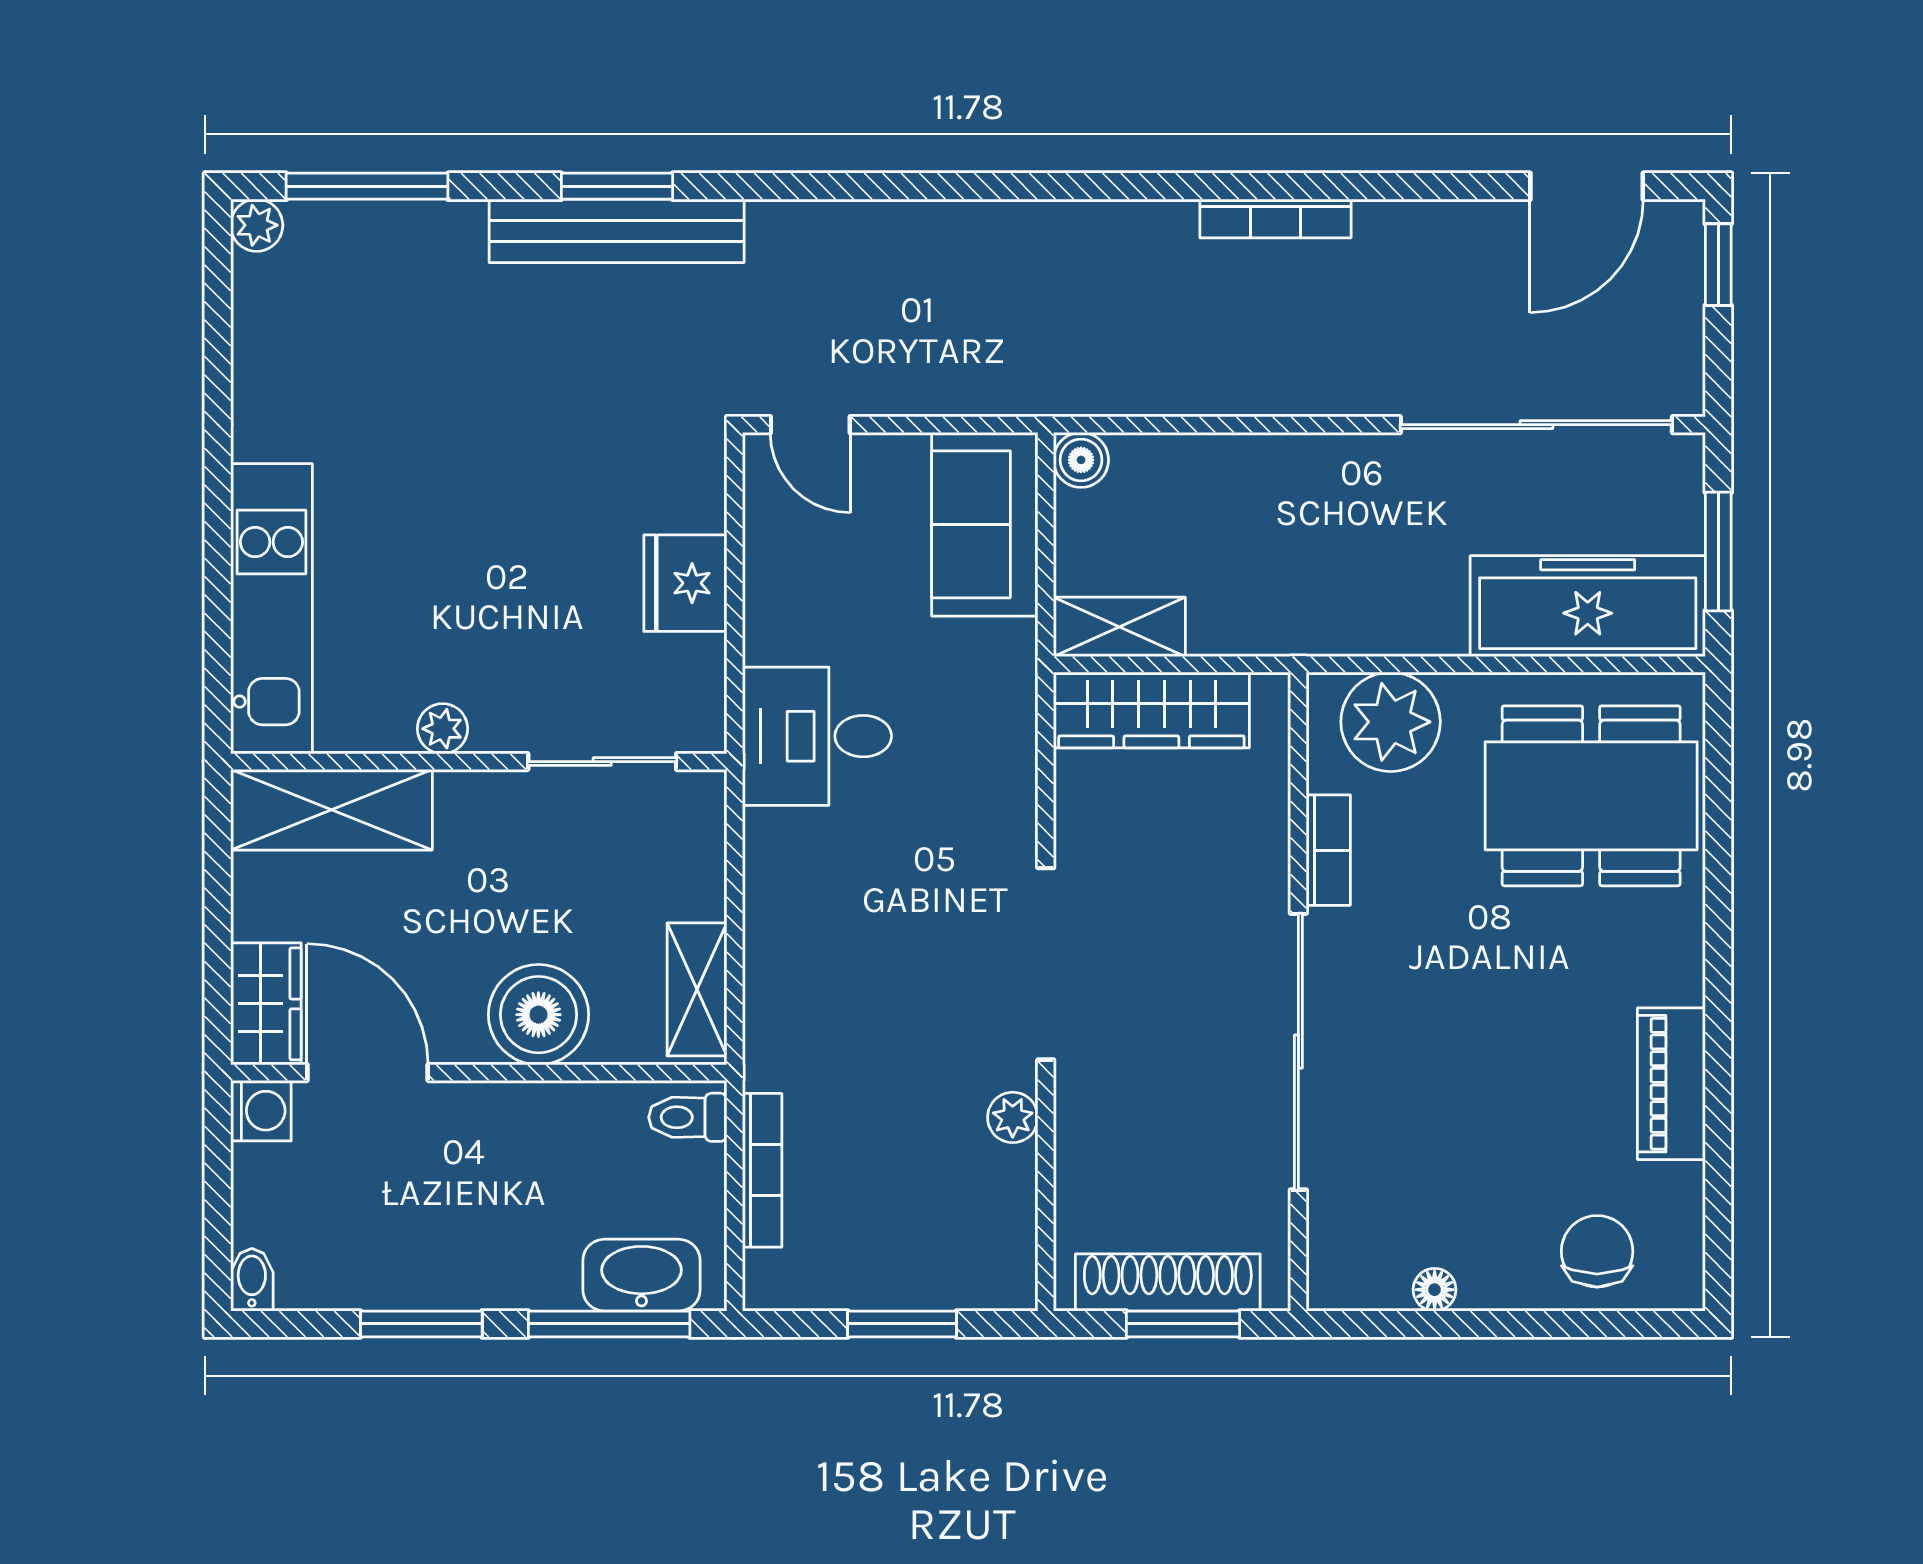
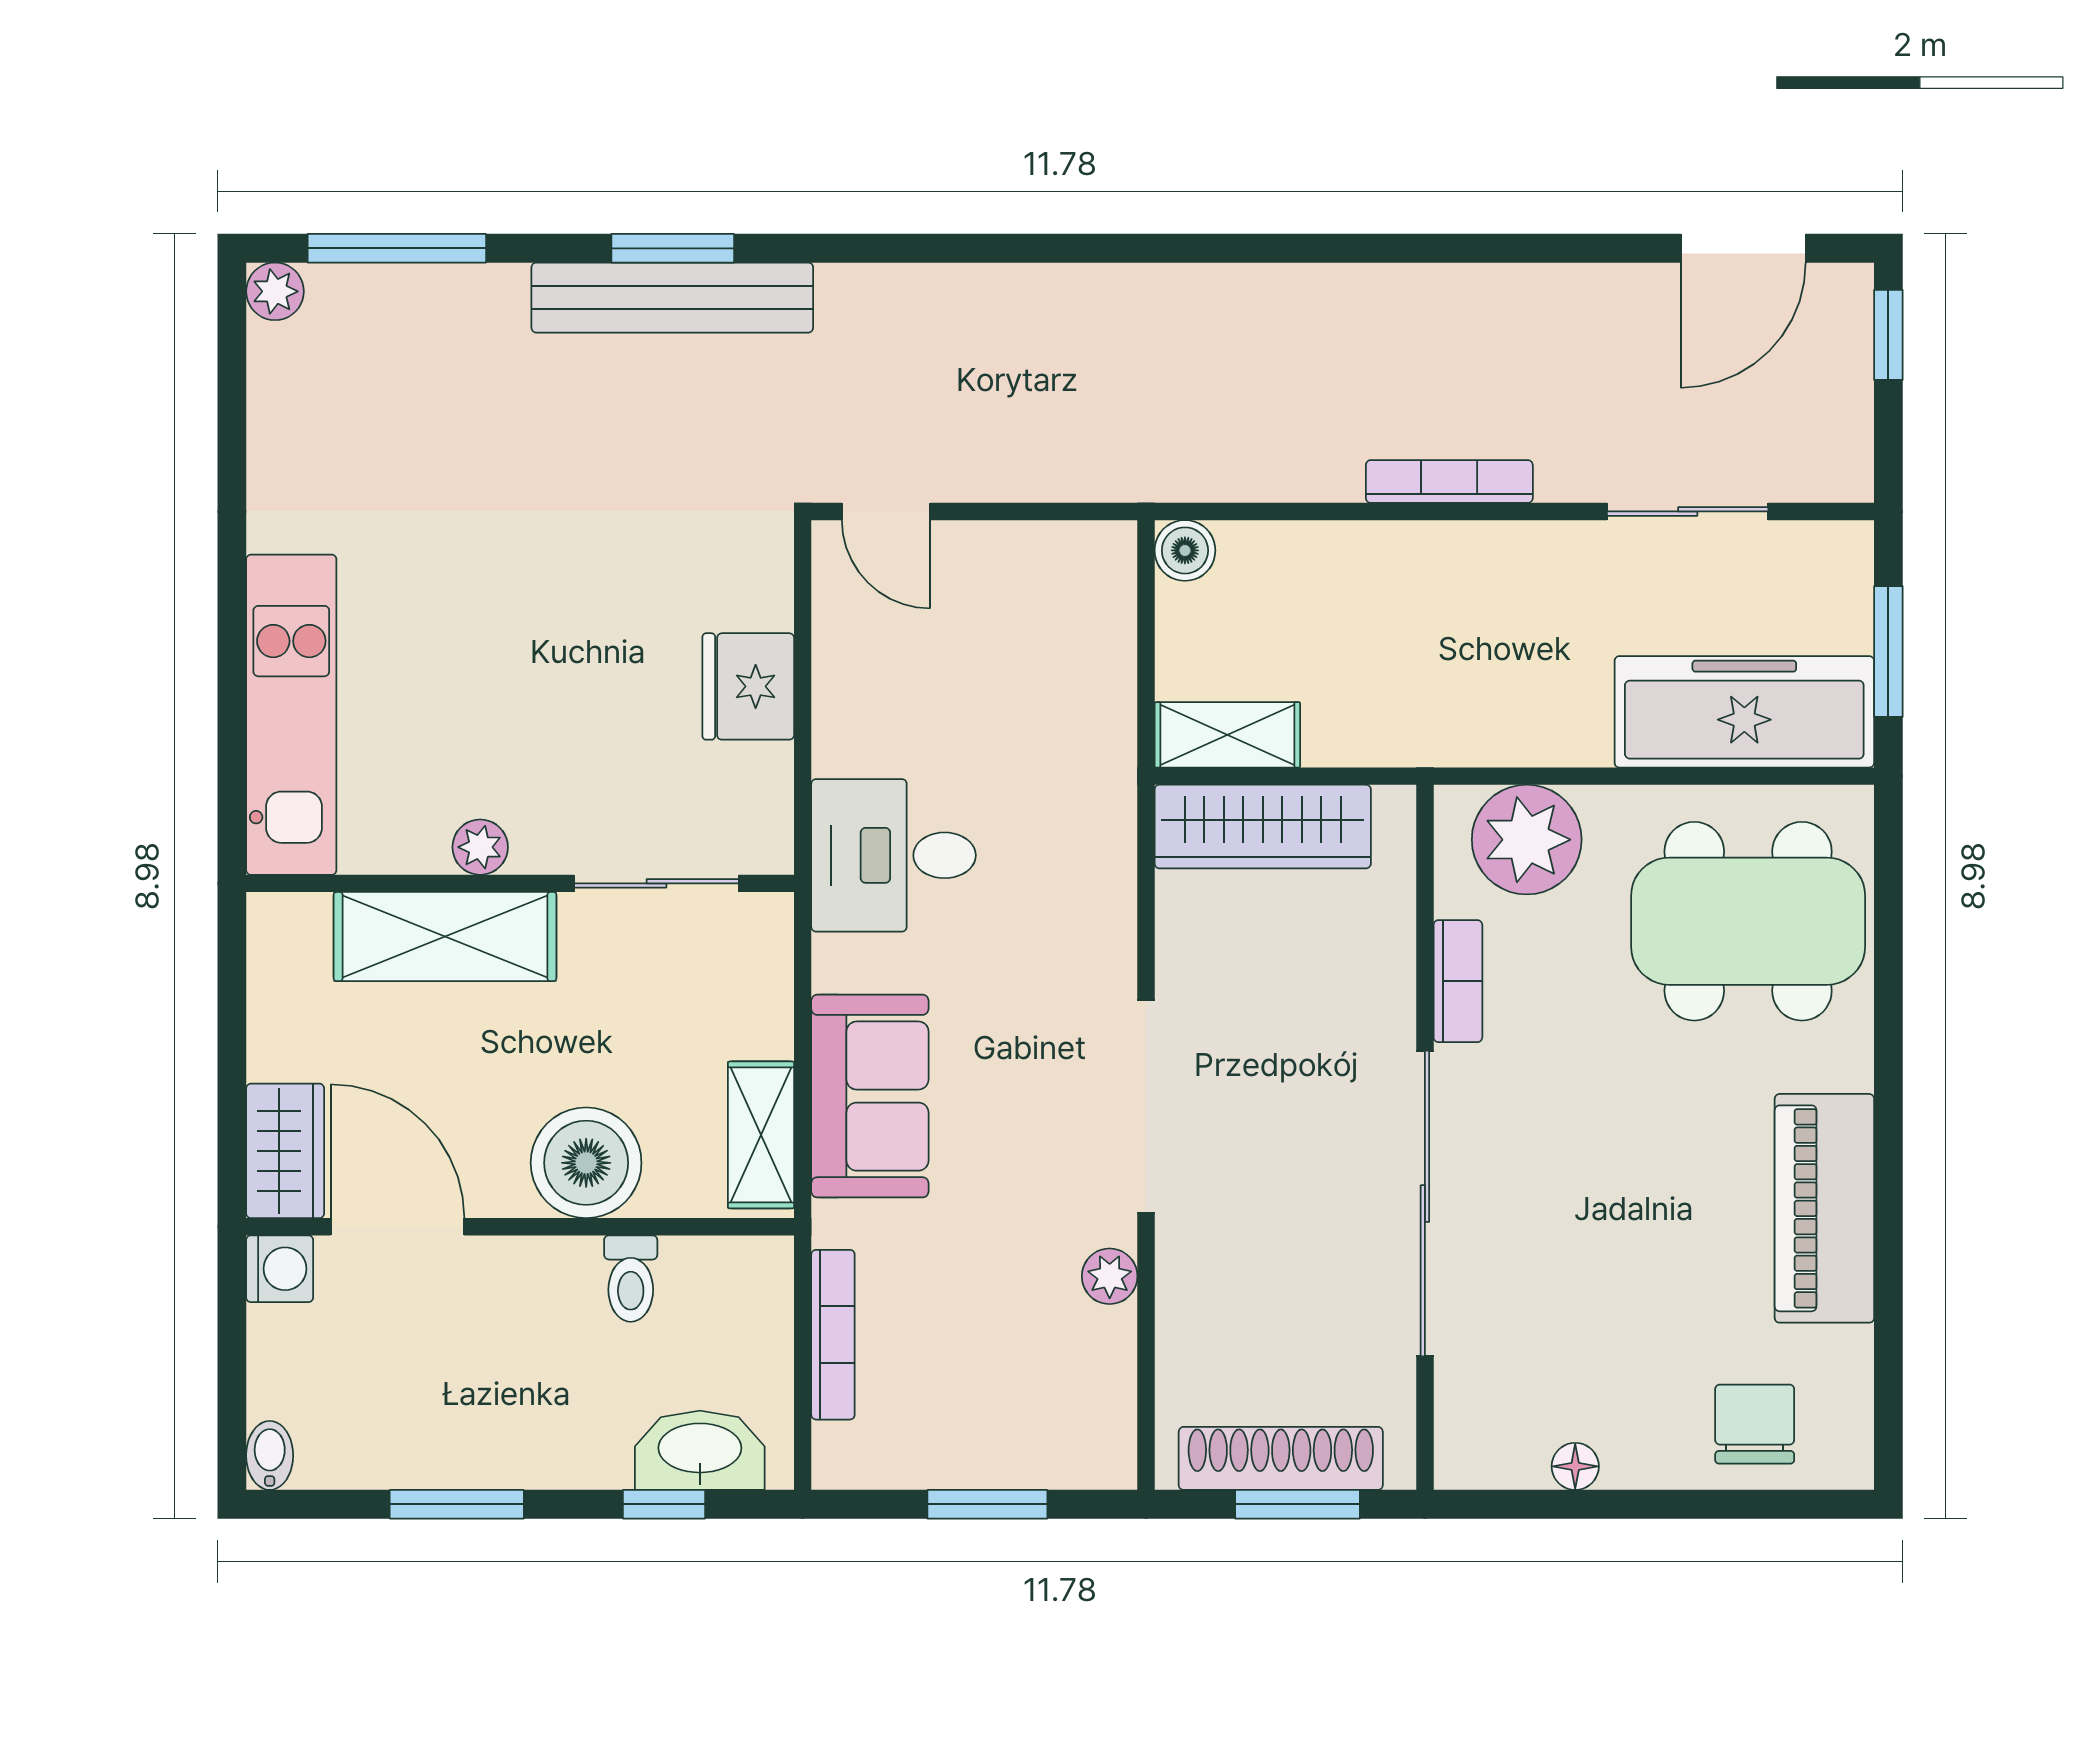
bookcase: (1275, 218) -> (1449, 482), moved, turned 180
sliding door: (1536, 425) -> (1688, 511), width x0.54
sofa: (985, 524) -> (870, 1096), moved, turned 180
shelving: (331, 810) -> (445, 937), moved
piano: (1671, 1084) -> (1824, 1208), width x1.37, depth x1.33
toilet: (688, 1117) -> (631, 1279), moved, turned -90
window: (609, 1324) -> (664, 1504), width x0.46

